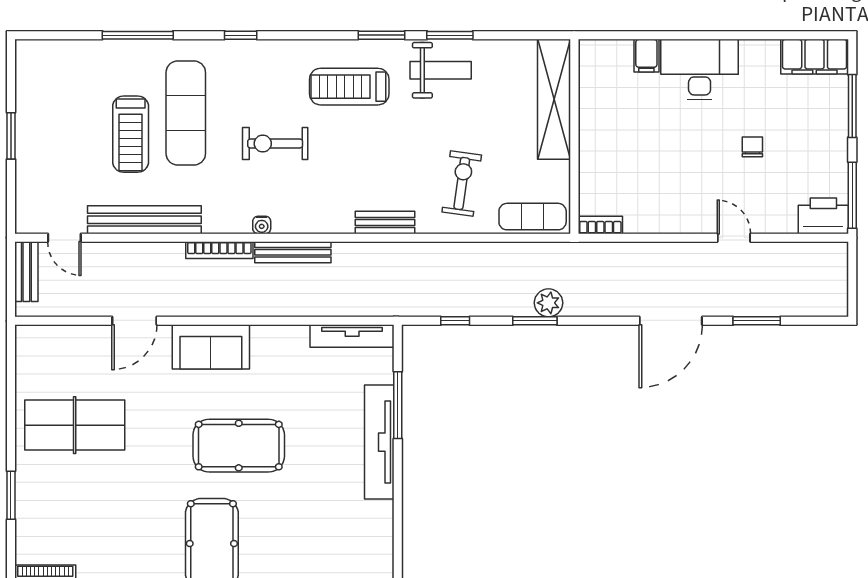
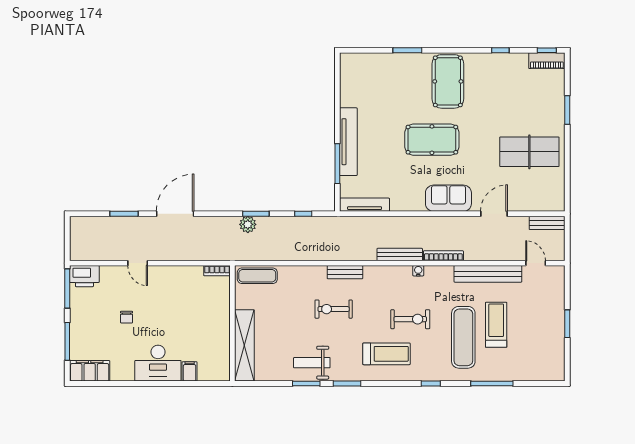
treadmill: (349, 87) -> (386, 354), moved
exercise bike: (462, 183) -> (334, 309), moved, turned 82
bench: (26, 272) -> (547, 223), moved, turned 90

